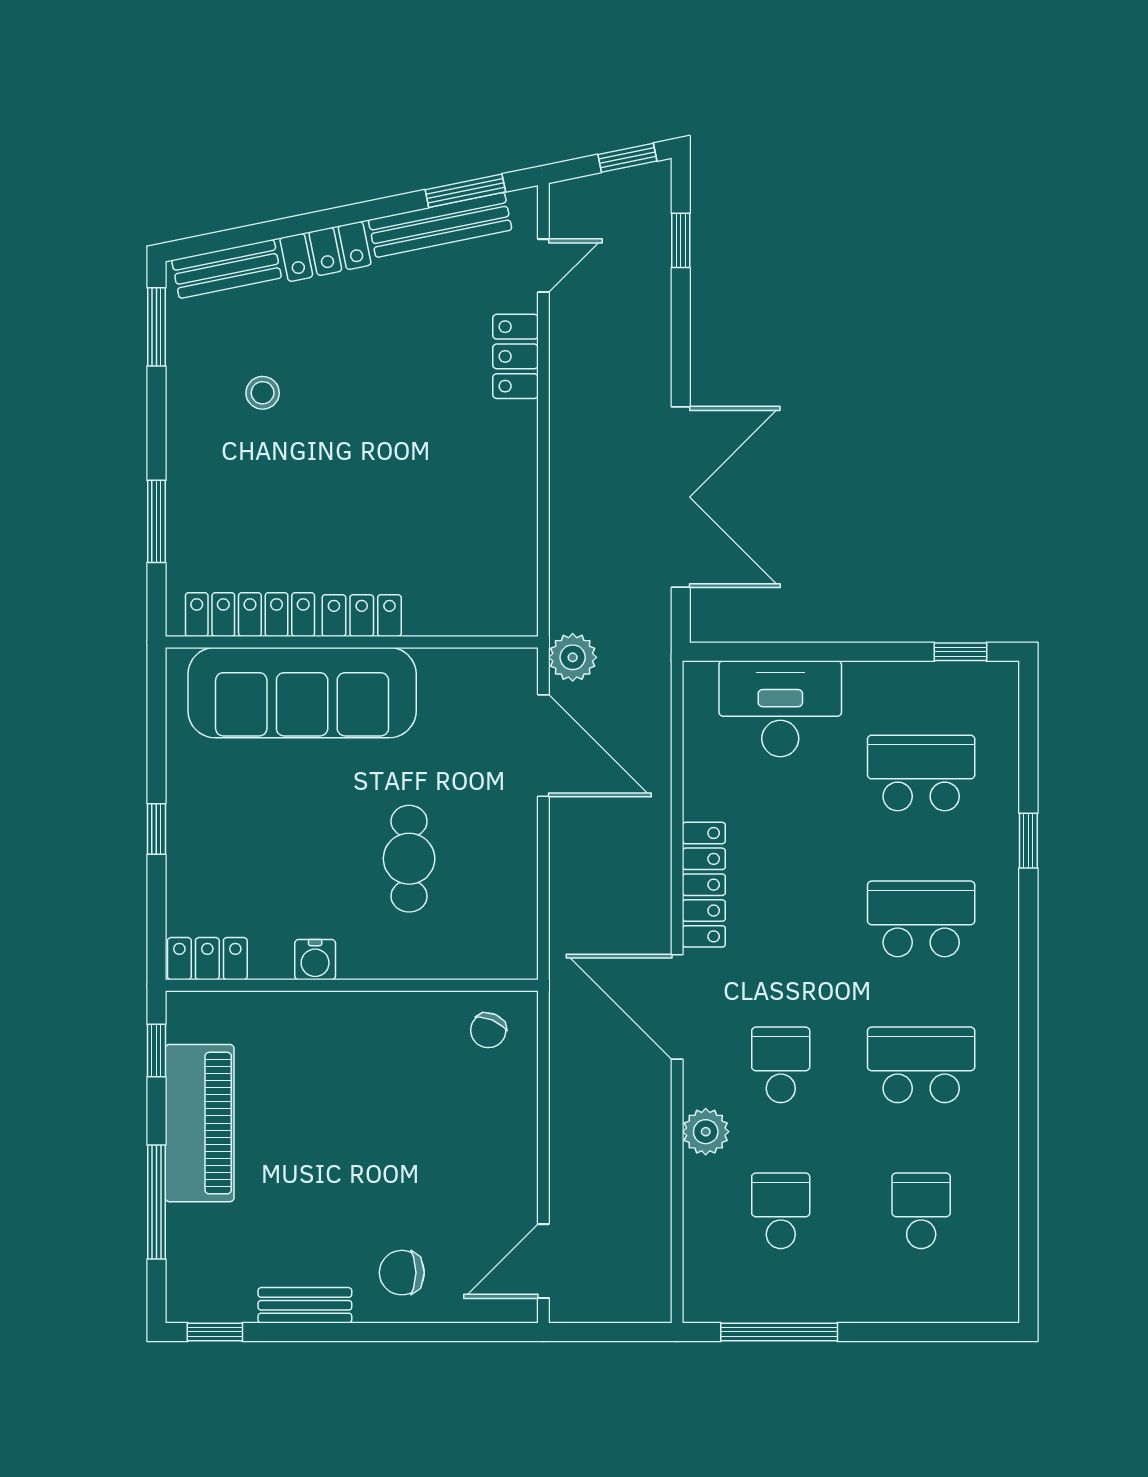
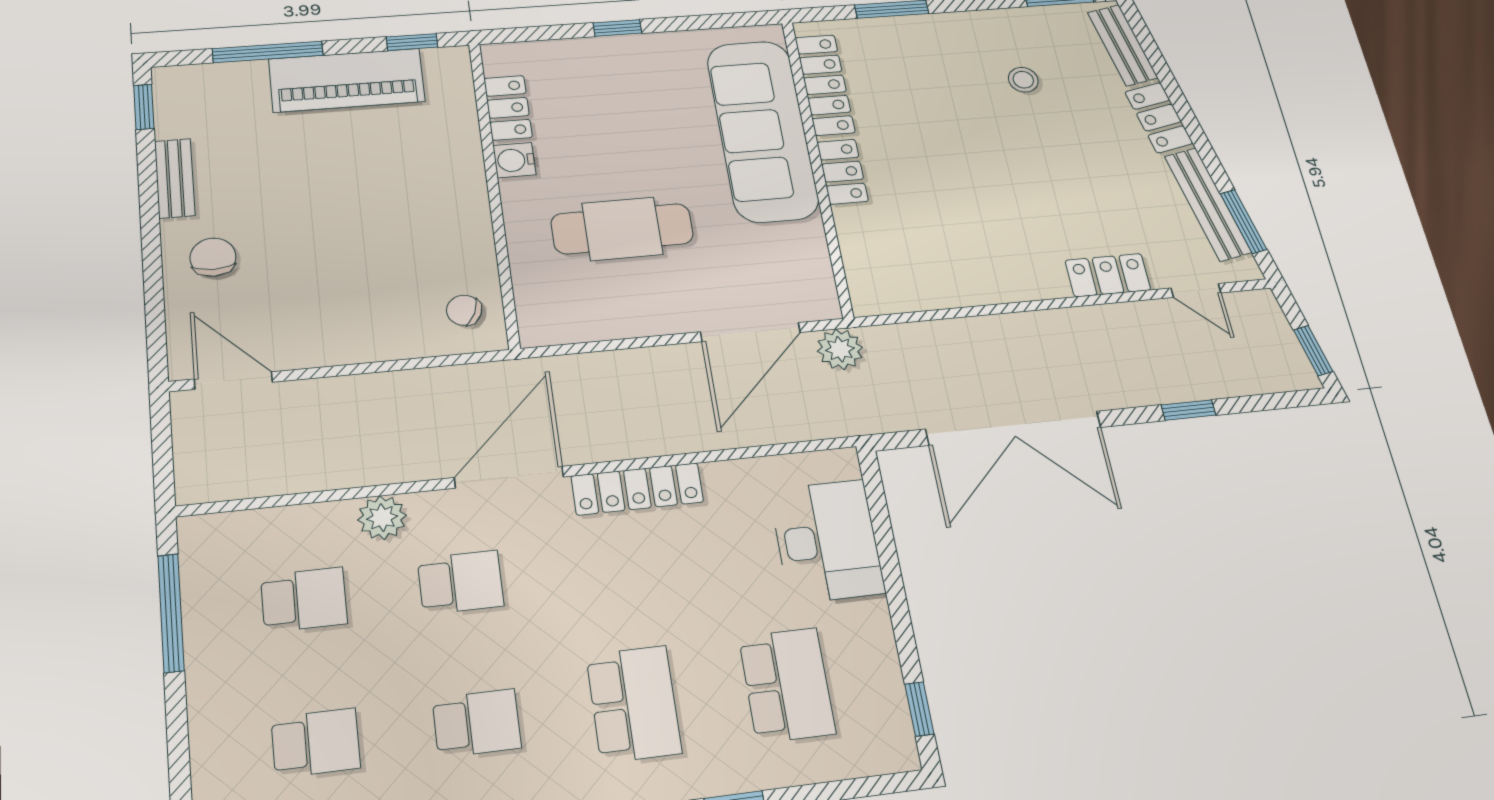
window: (681, 240) -> (1188, 410), moved
cafe table: (409, 859) -> (622, 229), width x1.37, depth x1.35
locker: (207, 959) -> (508, 108), moved
school desk: (921, 1065) -> (477, 723), width x0.54

